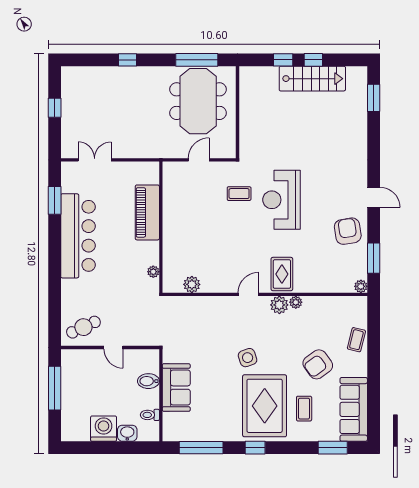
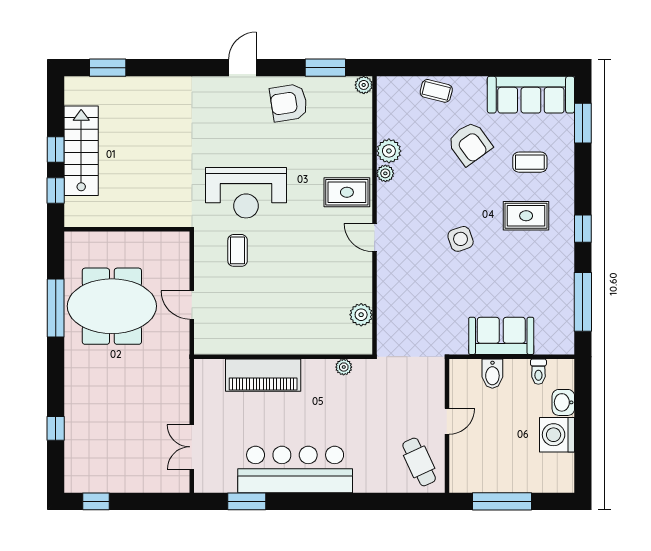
window: (127, 60) -> (56, 428), moved
window: (55, 108) -> (96, 501), moved
wall: (237, 112) -> (127, 229), moved
plant: (279, 305) -> (389, 151), moved
rug: (265, 406) -> (526, 216), width x0.54, depth x0.49

